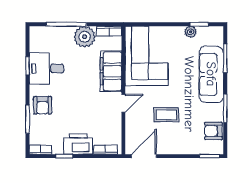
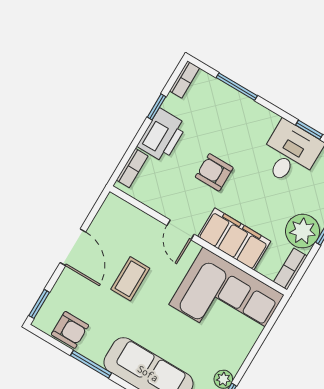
armchair: (43, 105) -> (214, 172), moved
armchair: (213, 131) -> (70, 330), turned 90
door: (144, 156) -> (73, 247), moved

